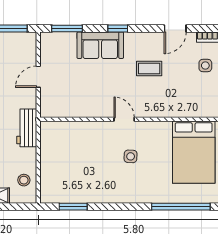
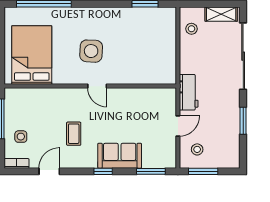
stool: (18, 52) -> (197, 149), added
coffee table: (149, 69) -> (74, 134), turned 90
workbench: (27, 128) -> (189, 92), moved
side table: (131, 156) -> (91, 51), width x1.87, depth x1.87

